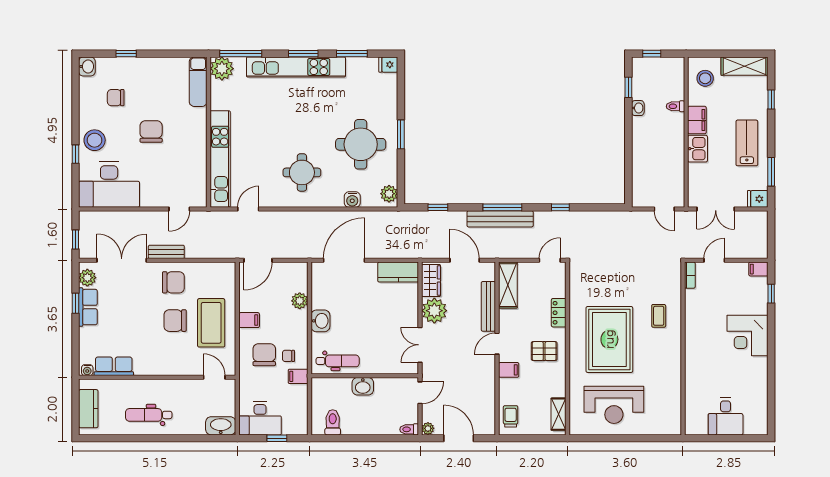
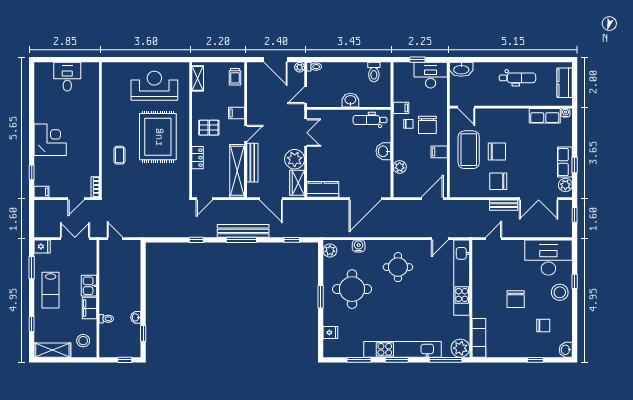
fridge: (388, 65) -> (330, 333), moved
shelving: (508, 285) -> (237, 171), width x1.47

